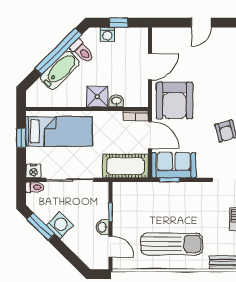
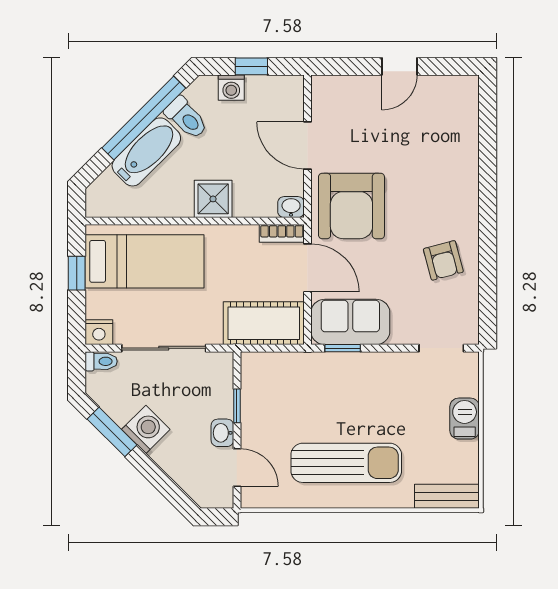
door: (150, 67) -> (308, 145), swing flipped
washbasin: (116, 101) -> (291, 207), moved

